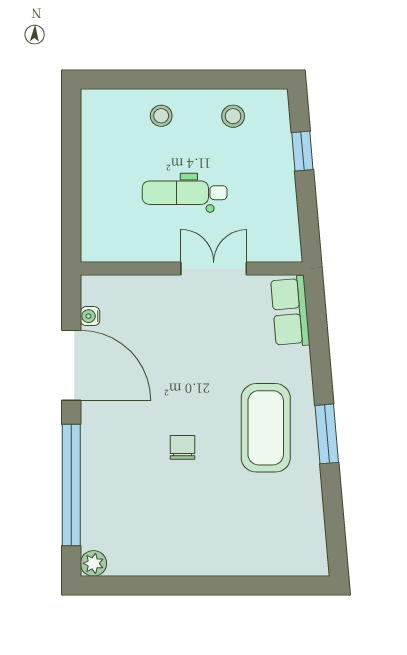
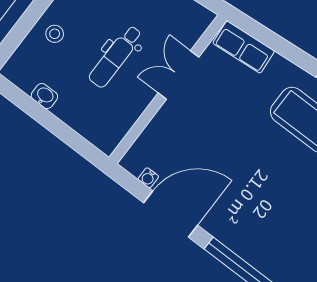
washbasin: (92, 153) -> (44, 96), added
chair: (182, 447) -> (278, 183), removed

